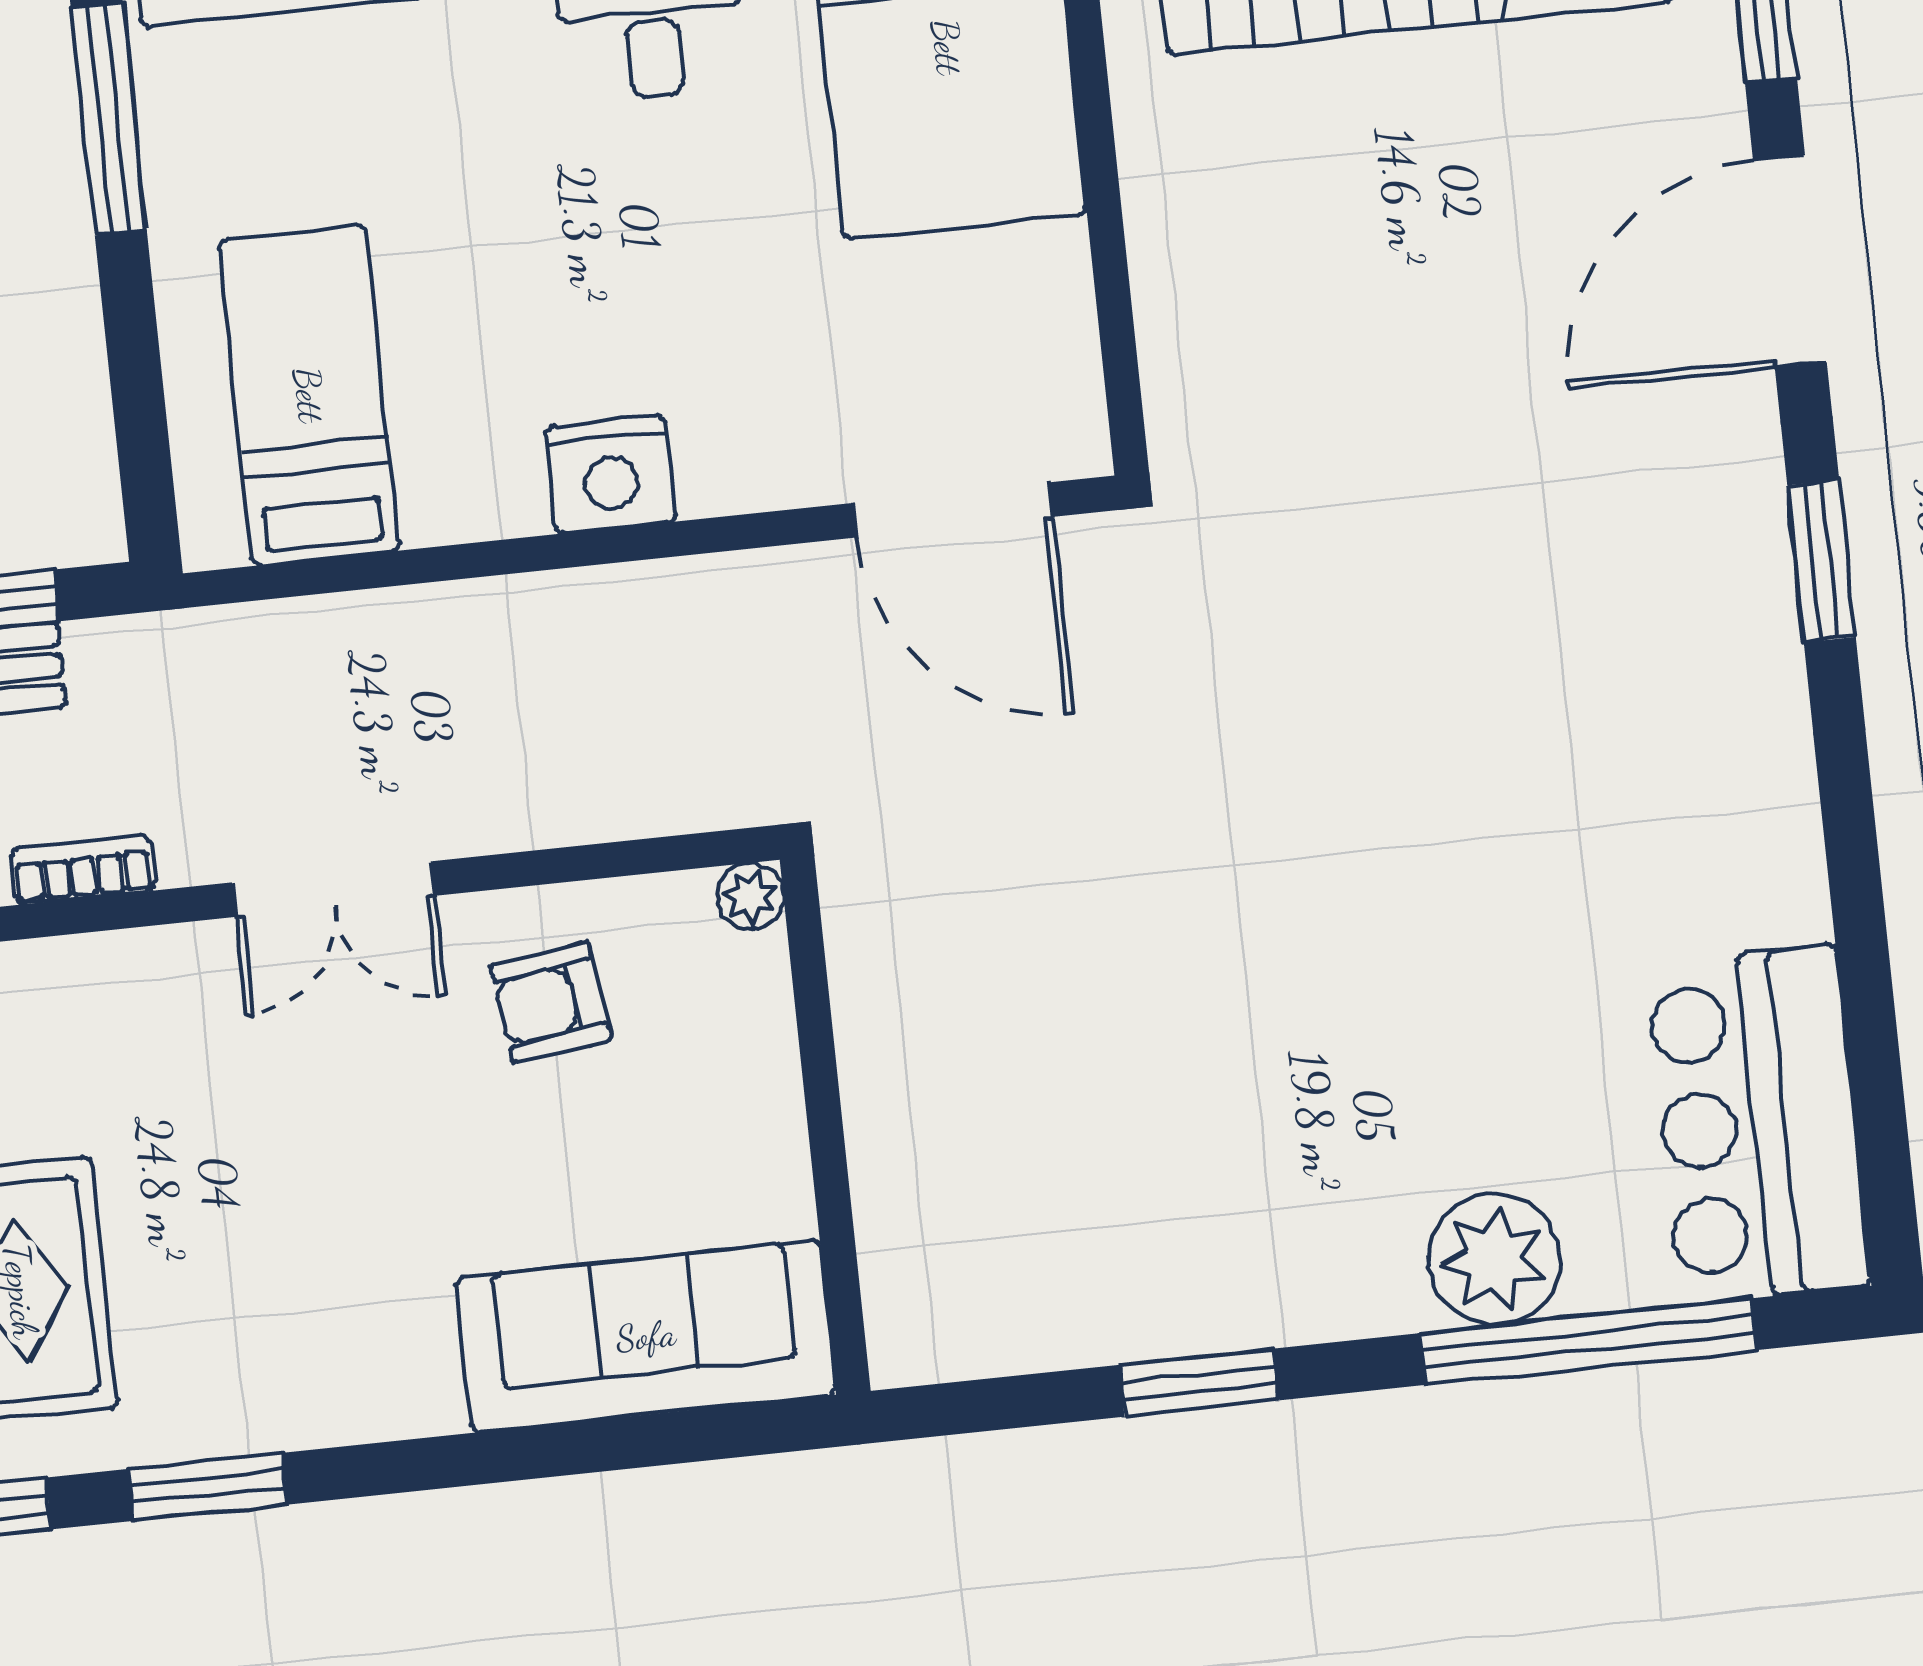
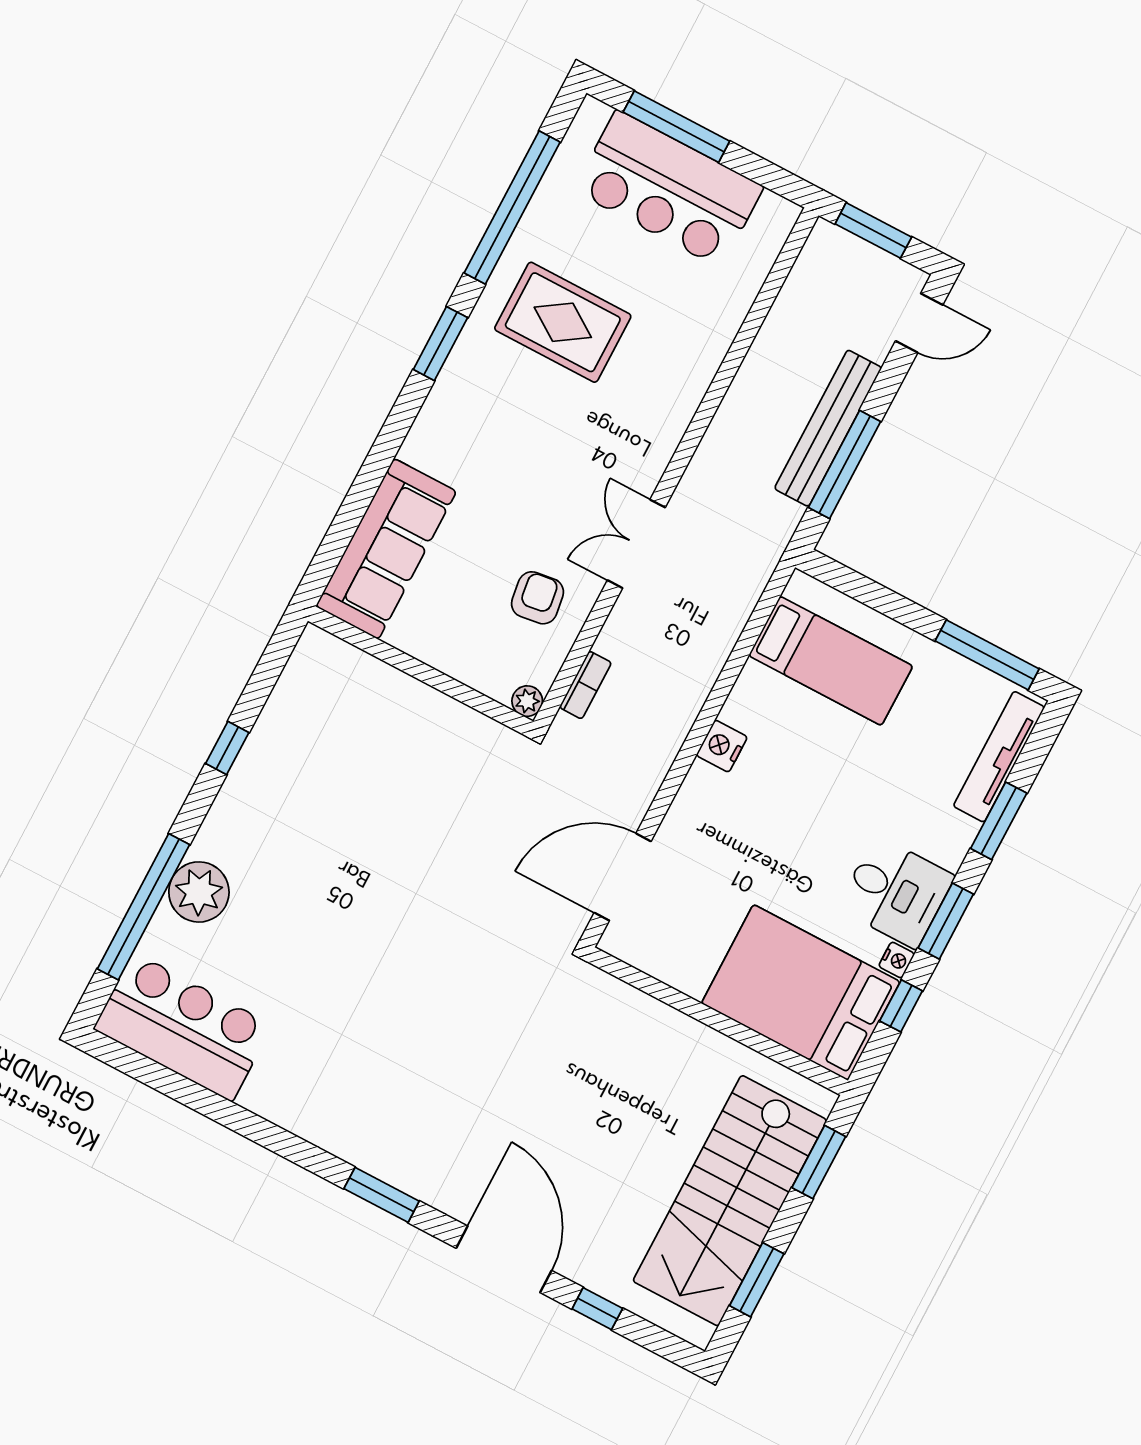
nightstand: (610, 474) -> (722, 746), width x0.74, depth x0.75
bookcase: (83, 870) -> (585, 685), moved
window: (1199, 1383) -> (227, 748), width x0.67

